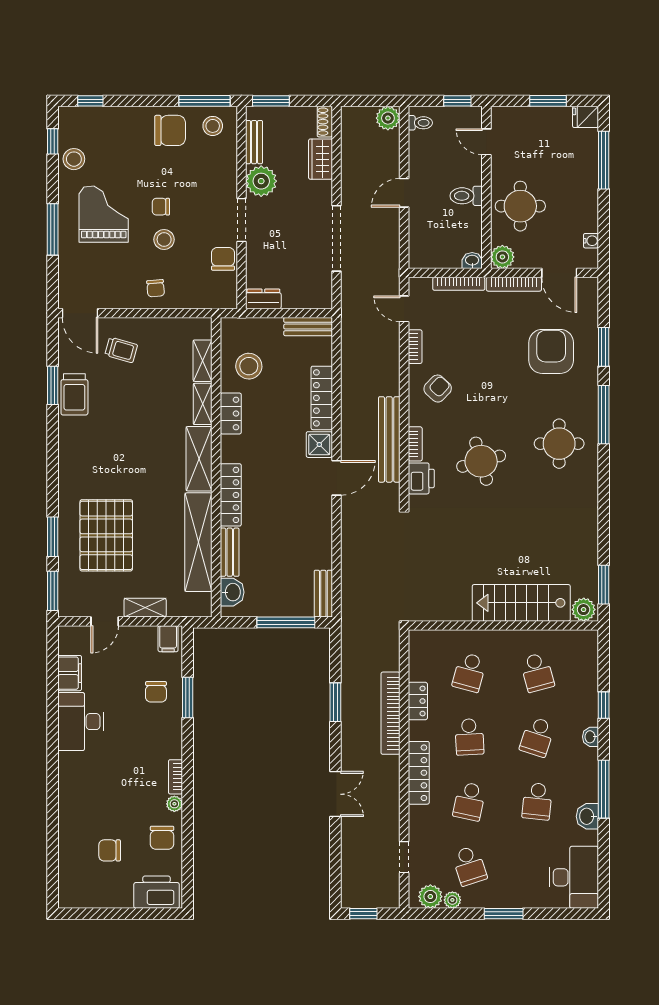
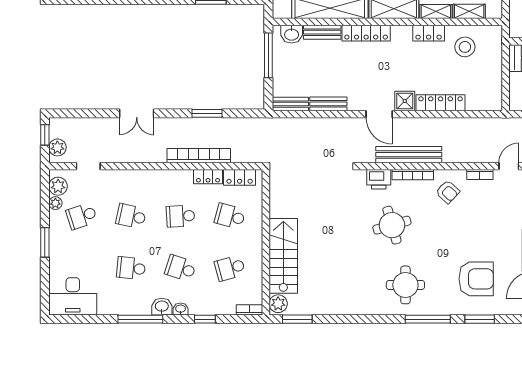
bench: (308, 327) -> (328, 104), moved, turned 90
bookcase: (415, 444) -> (413, 175), width x1.56
window: (286, 622) -> (268, 55), moved
bookcase: (591, 647) -> (250, 310), added
locker: (419, 773) -> (240, 177), moved, width x0.66
washbasin: (587, 816) -> (162, 307), moved
plant: (380, 897) -> (57, 147), added

